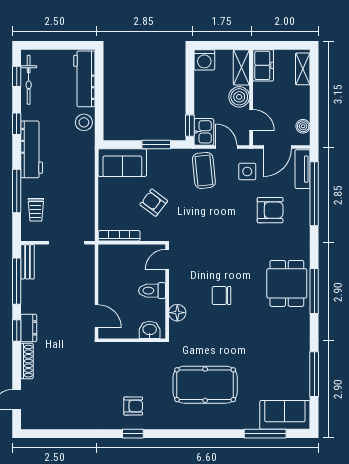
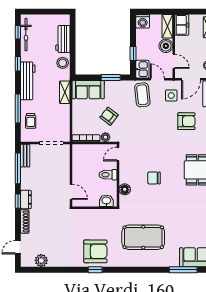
workbench: (84, 79) -> (63, 39), width x0.73
window: (190, 126) -> (133, 54), moved
shelving: (87, 167) -> (65, 92), added
plant: (148, 234) -> (105, 137), added
armchair: (133, 406) -> (95, 251), width x1.88, depth x1.88
plant: (52, 420) -> (41, 260), added

